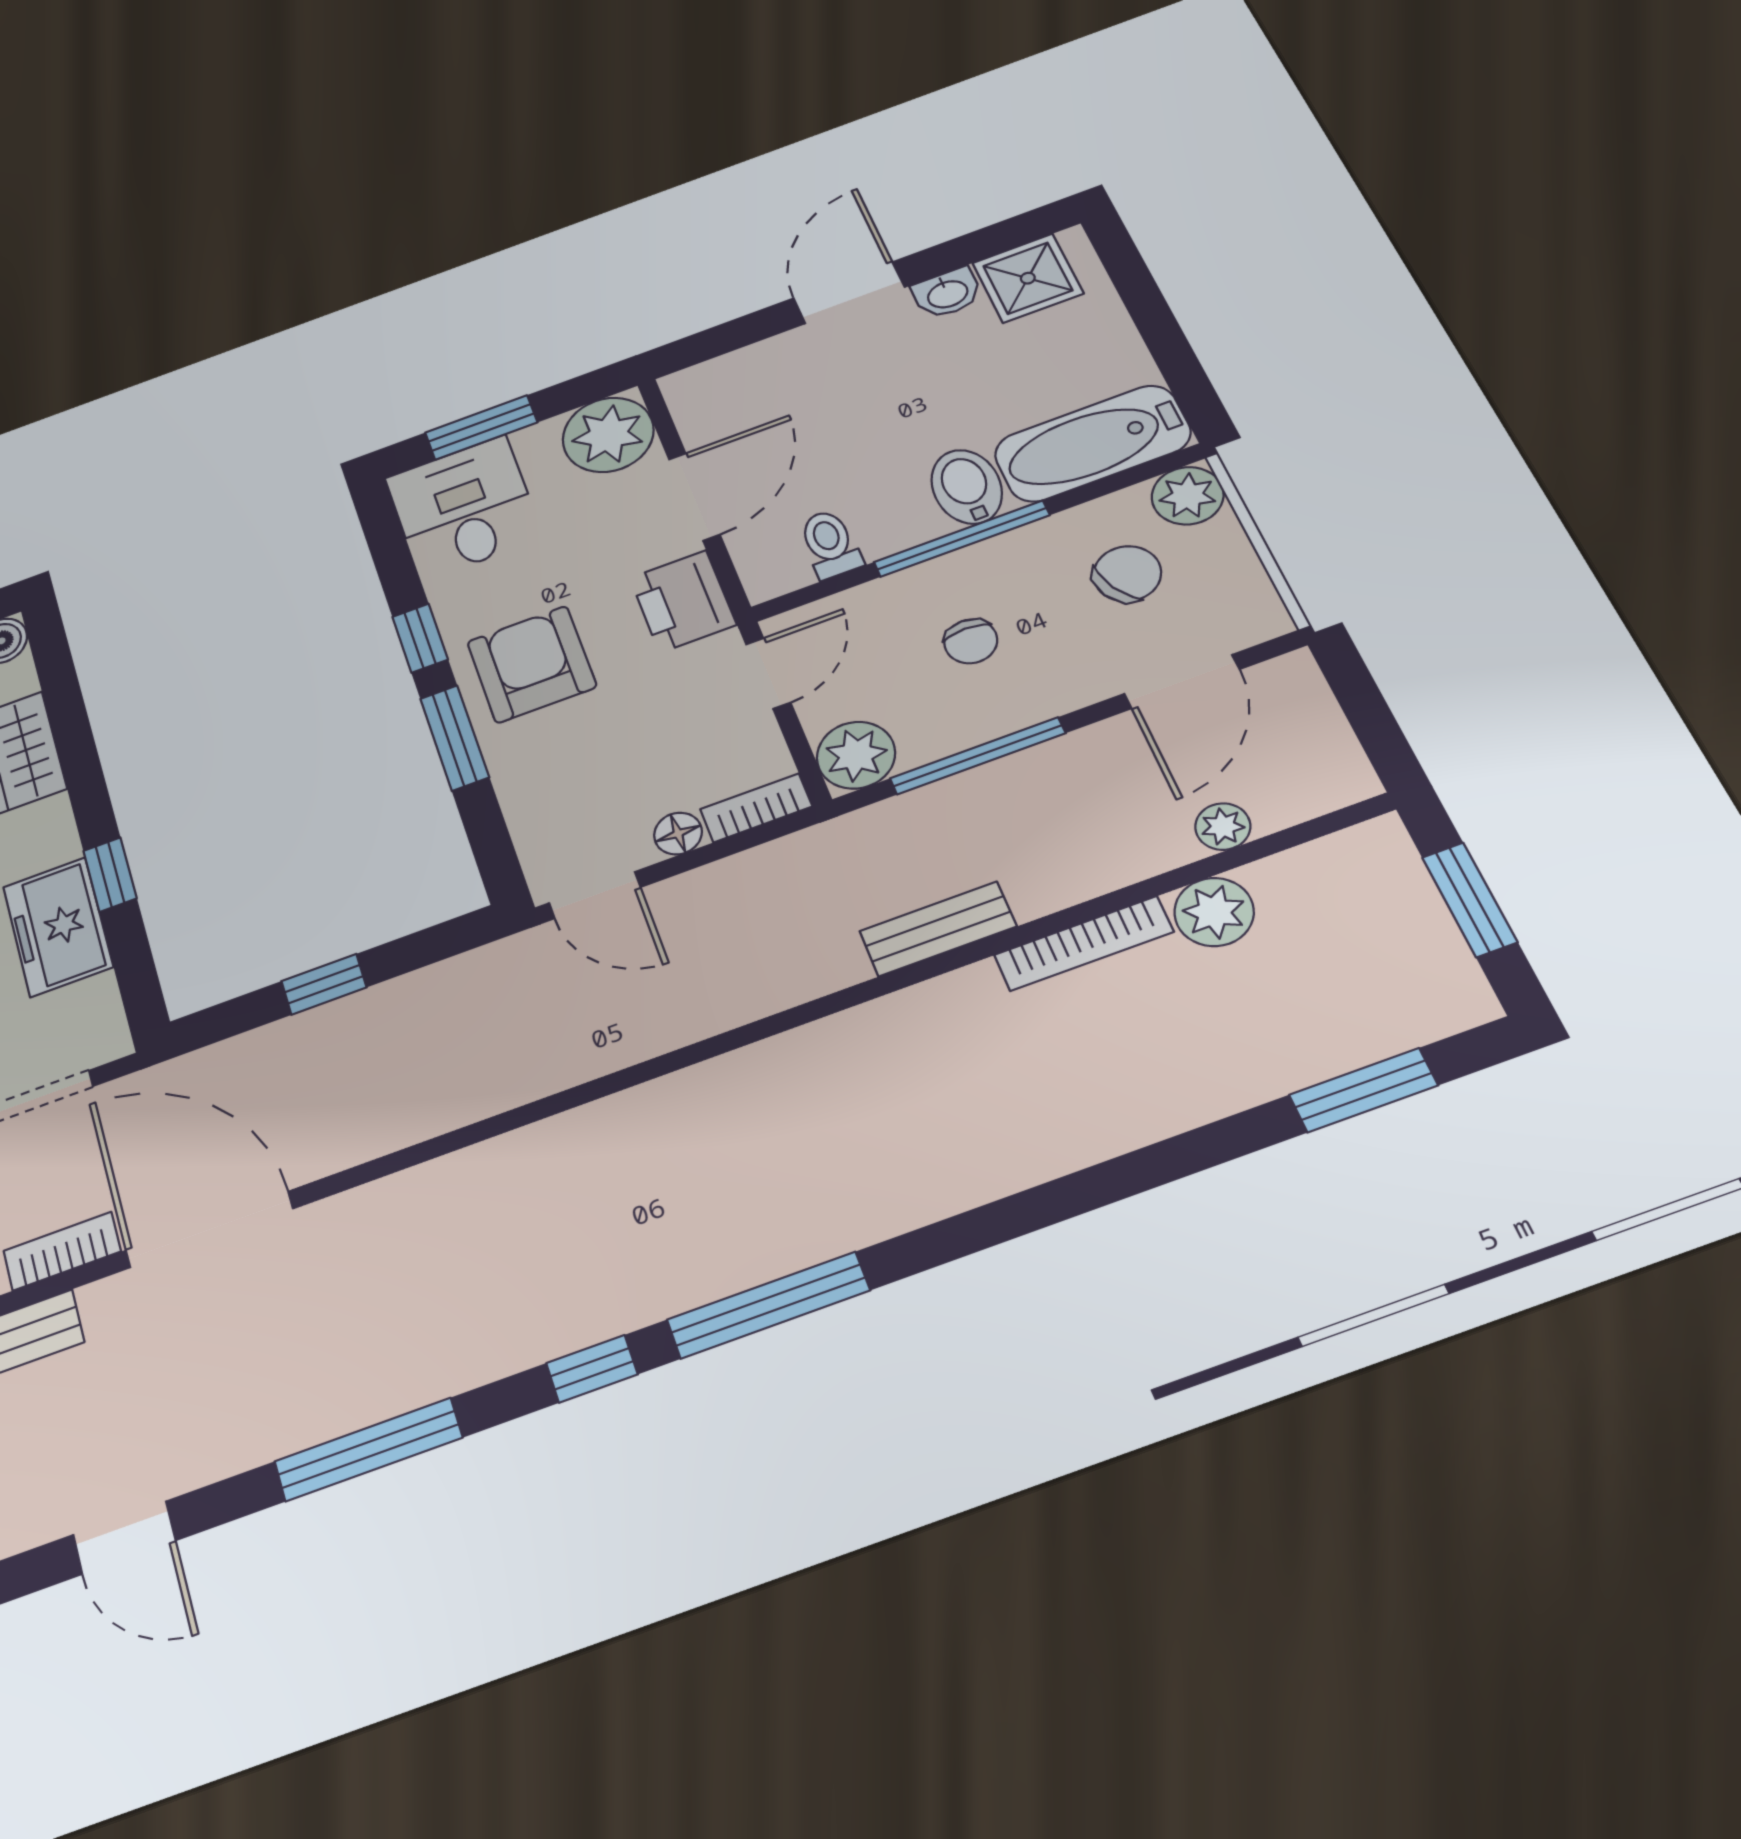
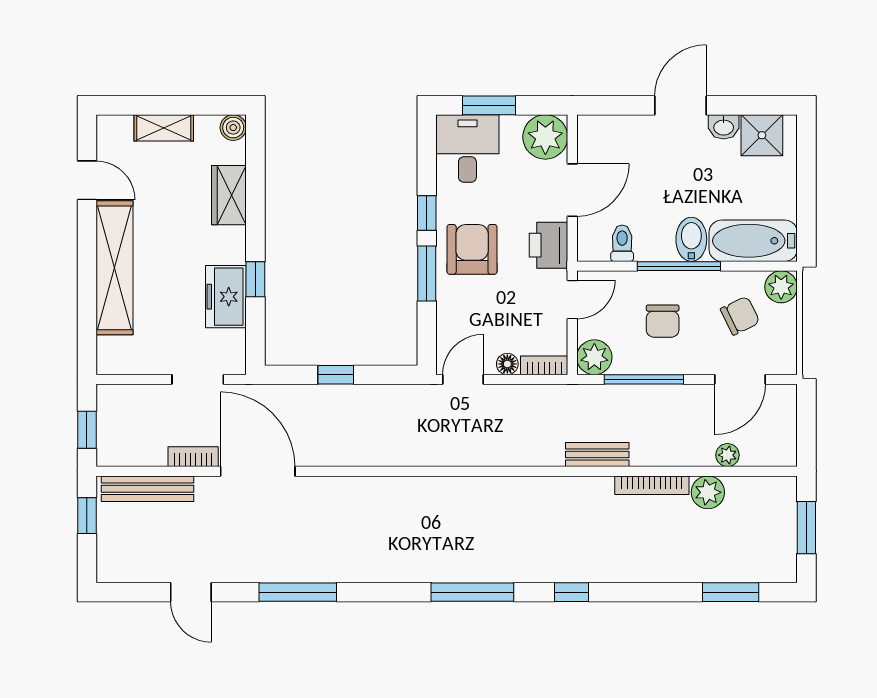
chair: (971, 641) -> (663, 321), width x1.37, depth x1.37
door: (595, 895) -> (463, 379), swing flipped
window: (592, 1369) -> (571, 592), moved

